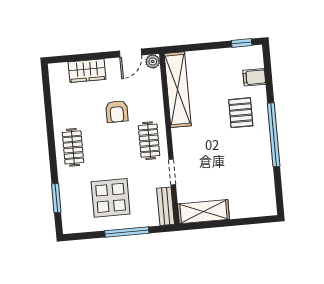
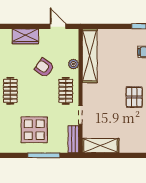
door: (131, 53) -> (58, 26), swing flipped
plant: (153, 61) -> (73, 64), moved
armchair: (117, 111) -> (44, 68), turned 125
pallet: (241, 113) -> (134, 97), moved

